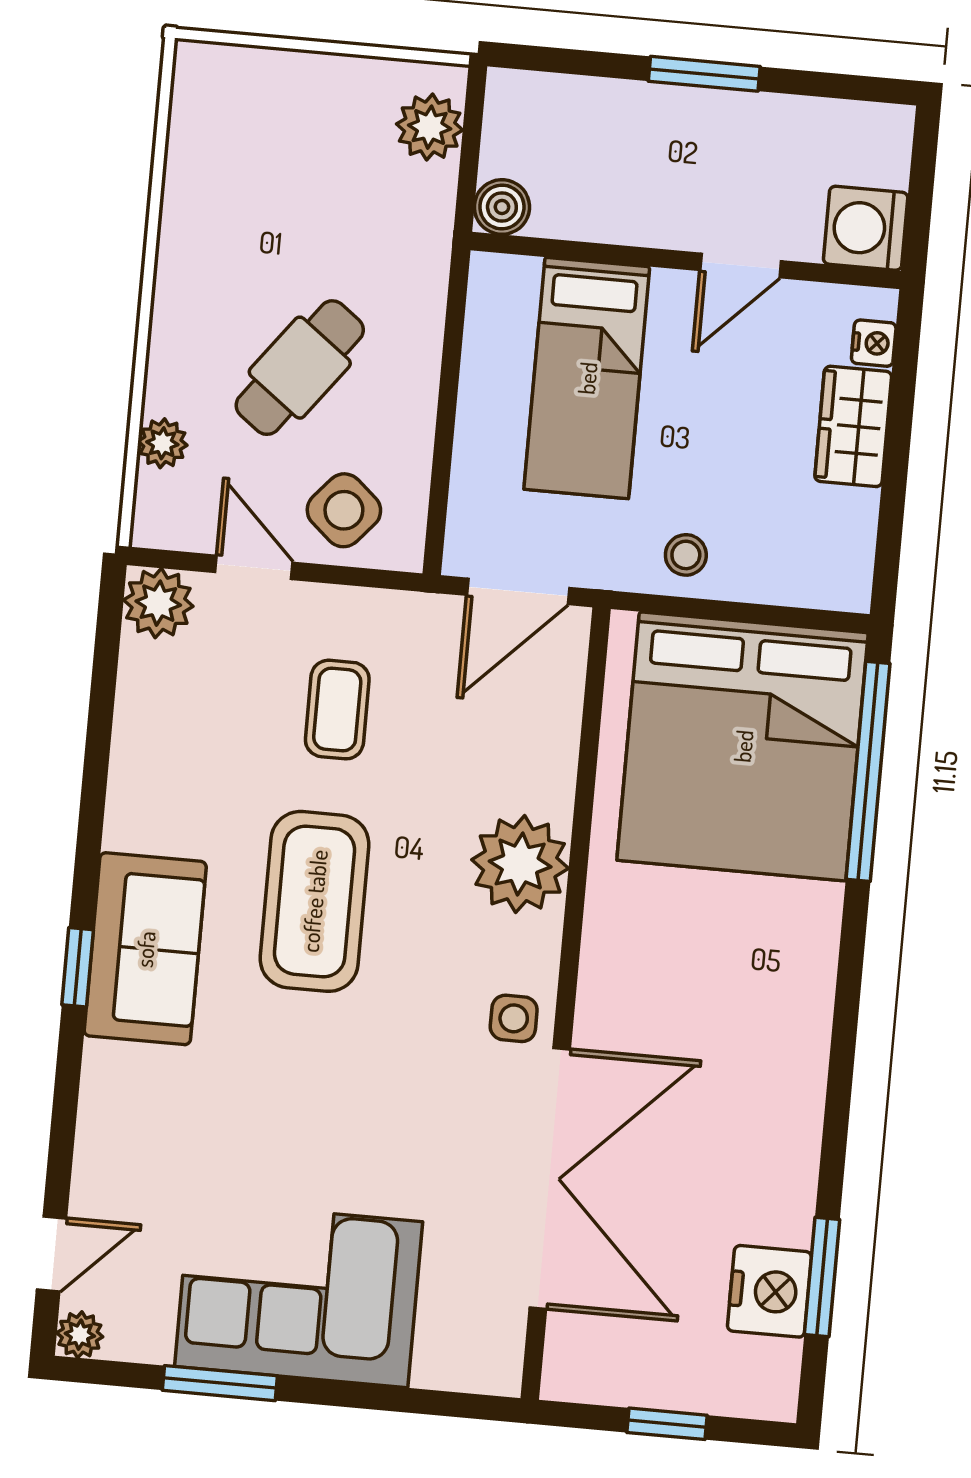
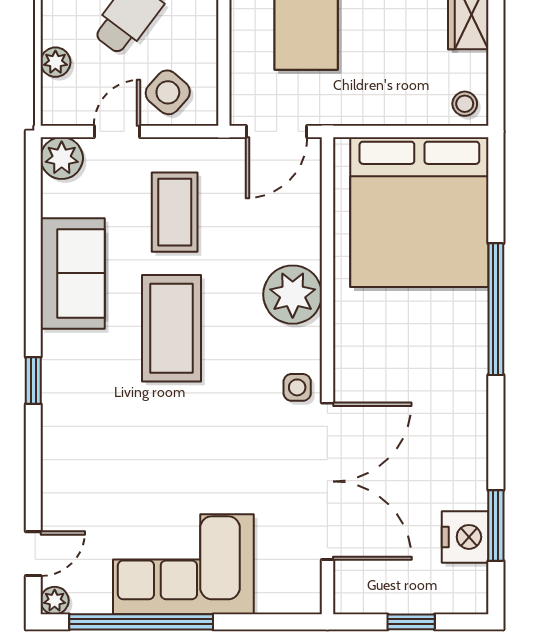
stool: (686, 555) -> (465, 104), moved
door: (254, 567) -> (117, 131), hinge flipped
coffee table: (337, 710) -> (175, 212), width x1.36, depth x1.30
window: (868, 771) -> (496, 309), moved
sofa: (145, 949) -> (73, 273), moved
window: (220, 1383) -> (141, 622), width x2.11

